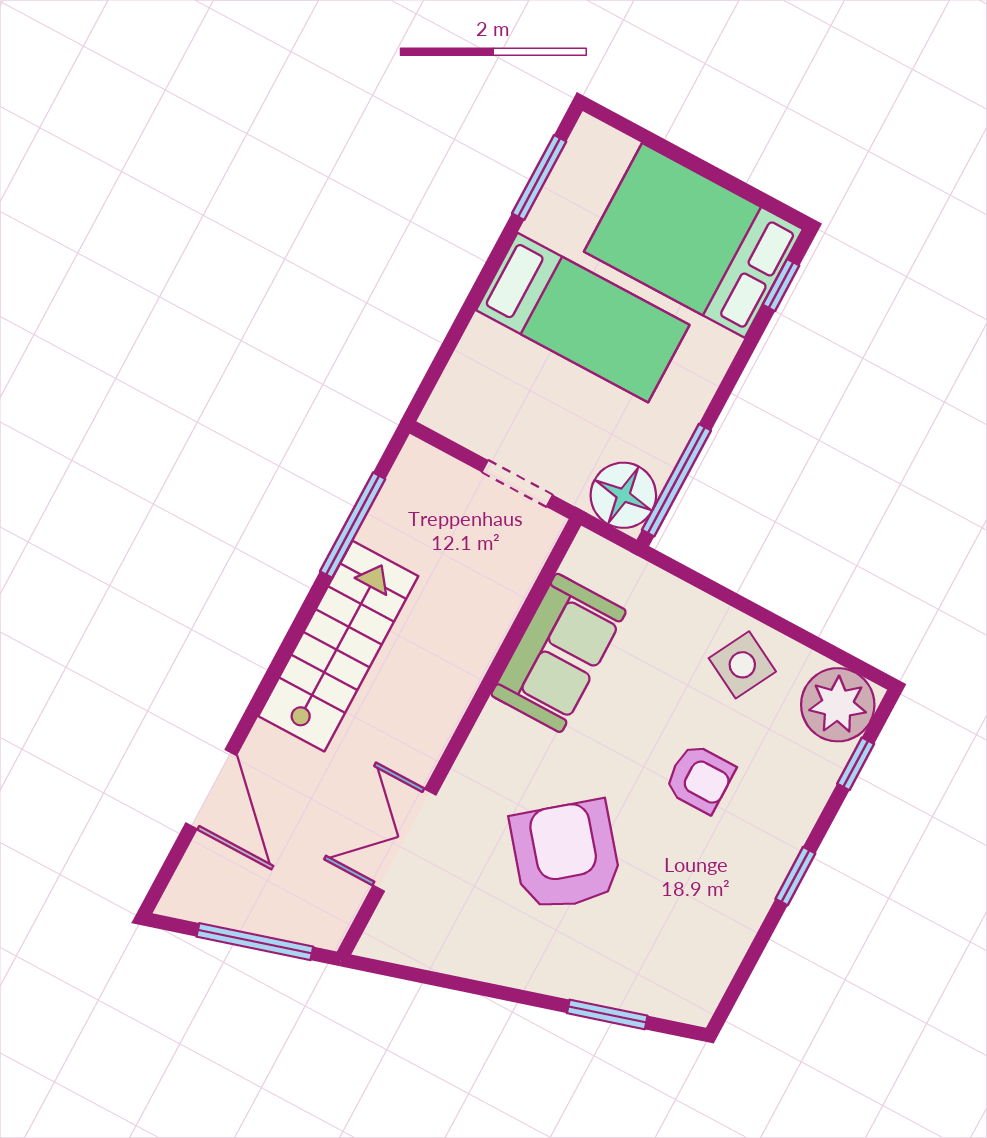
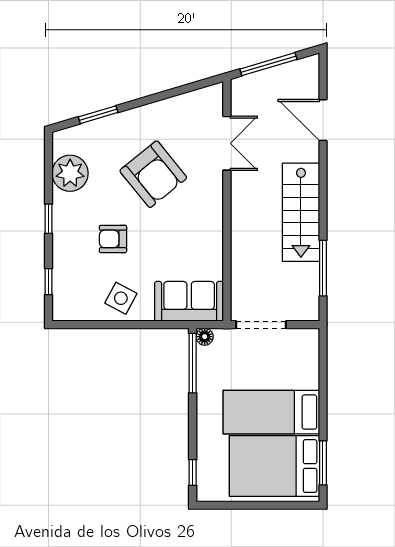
bed: (693, 240) -> (274, 466), moved, turned 180
doorway: (517, 483) -> (261, 325), width x1.38
floor lamp: (623, 495) -> (205, 337), width x0.53, depth x0.53
sofa: (559, 653) -> (189, 301), moved, turned 90
plant: (838, 705) -> (70, 173), moved

